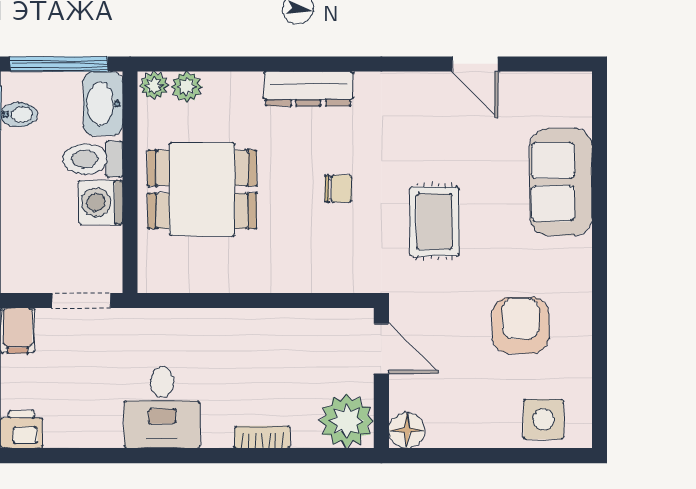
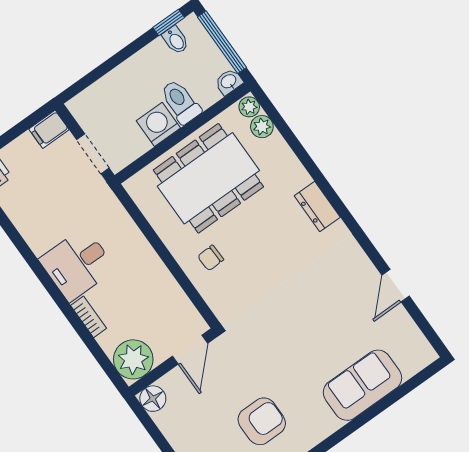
dresser: (308, 89) -> (317, 206), width x0.70
washbasin: (103, 104) -> (229, 82), width x0.52, depth x0.69
dining table: (202, 189) -> (208, 178), width x1.38
chair: (338, 189) -> (211, 258), moved, turned 88
rug: (434, 222) -> (287, 328), removed
desk: (162, 407) -> (77, 264), moved

